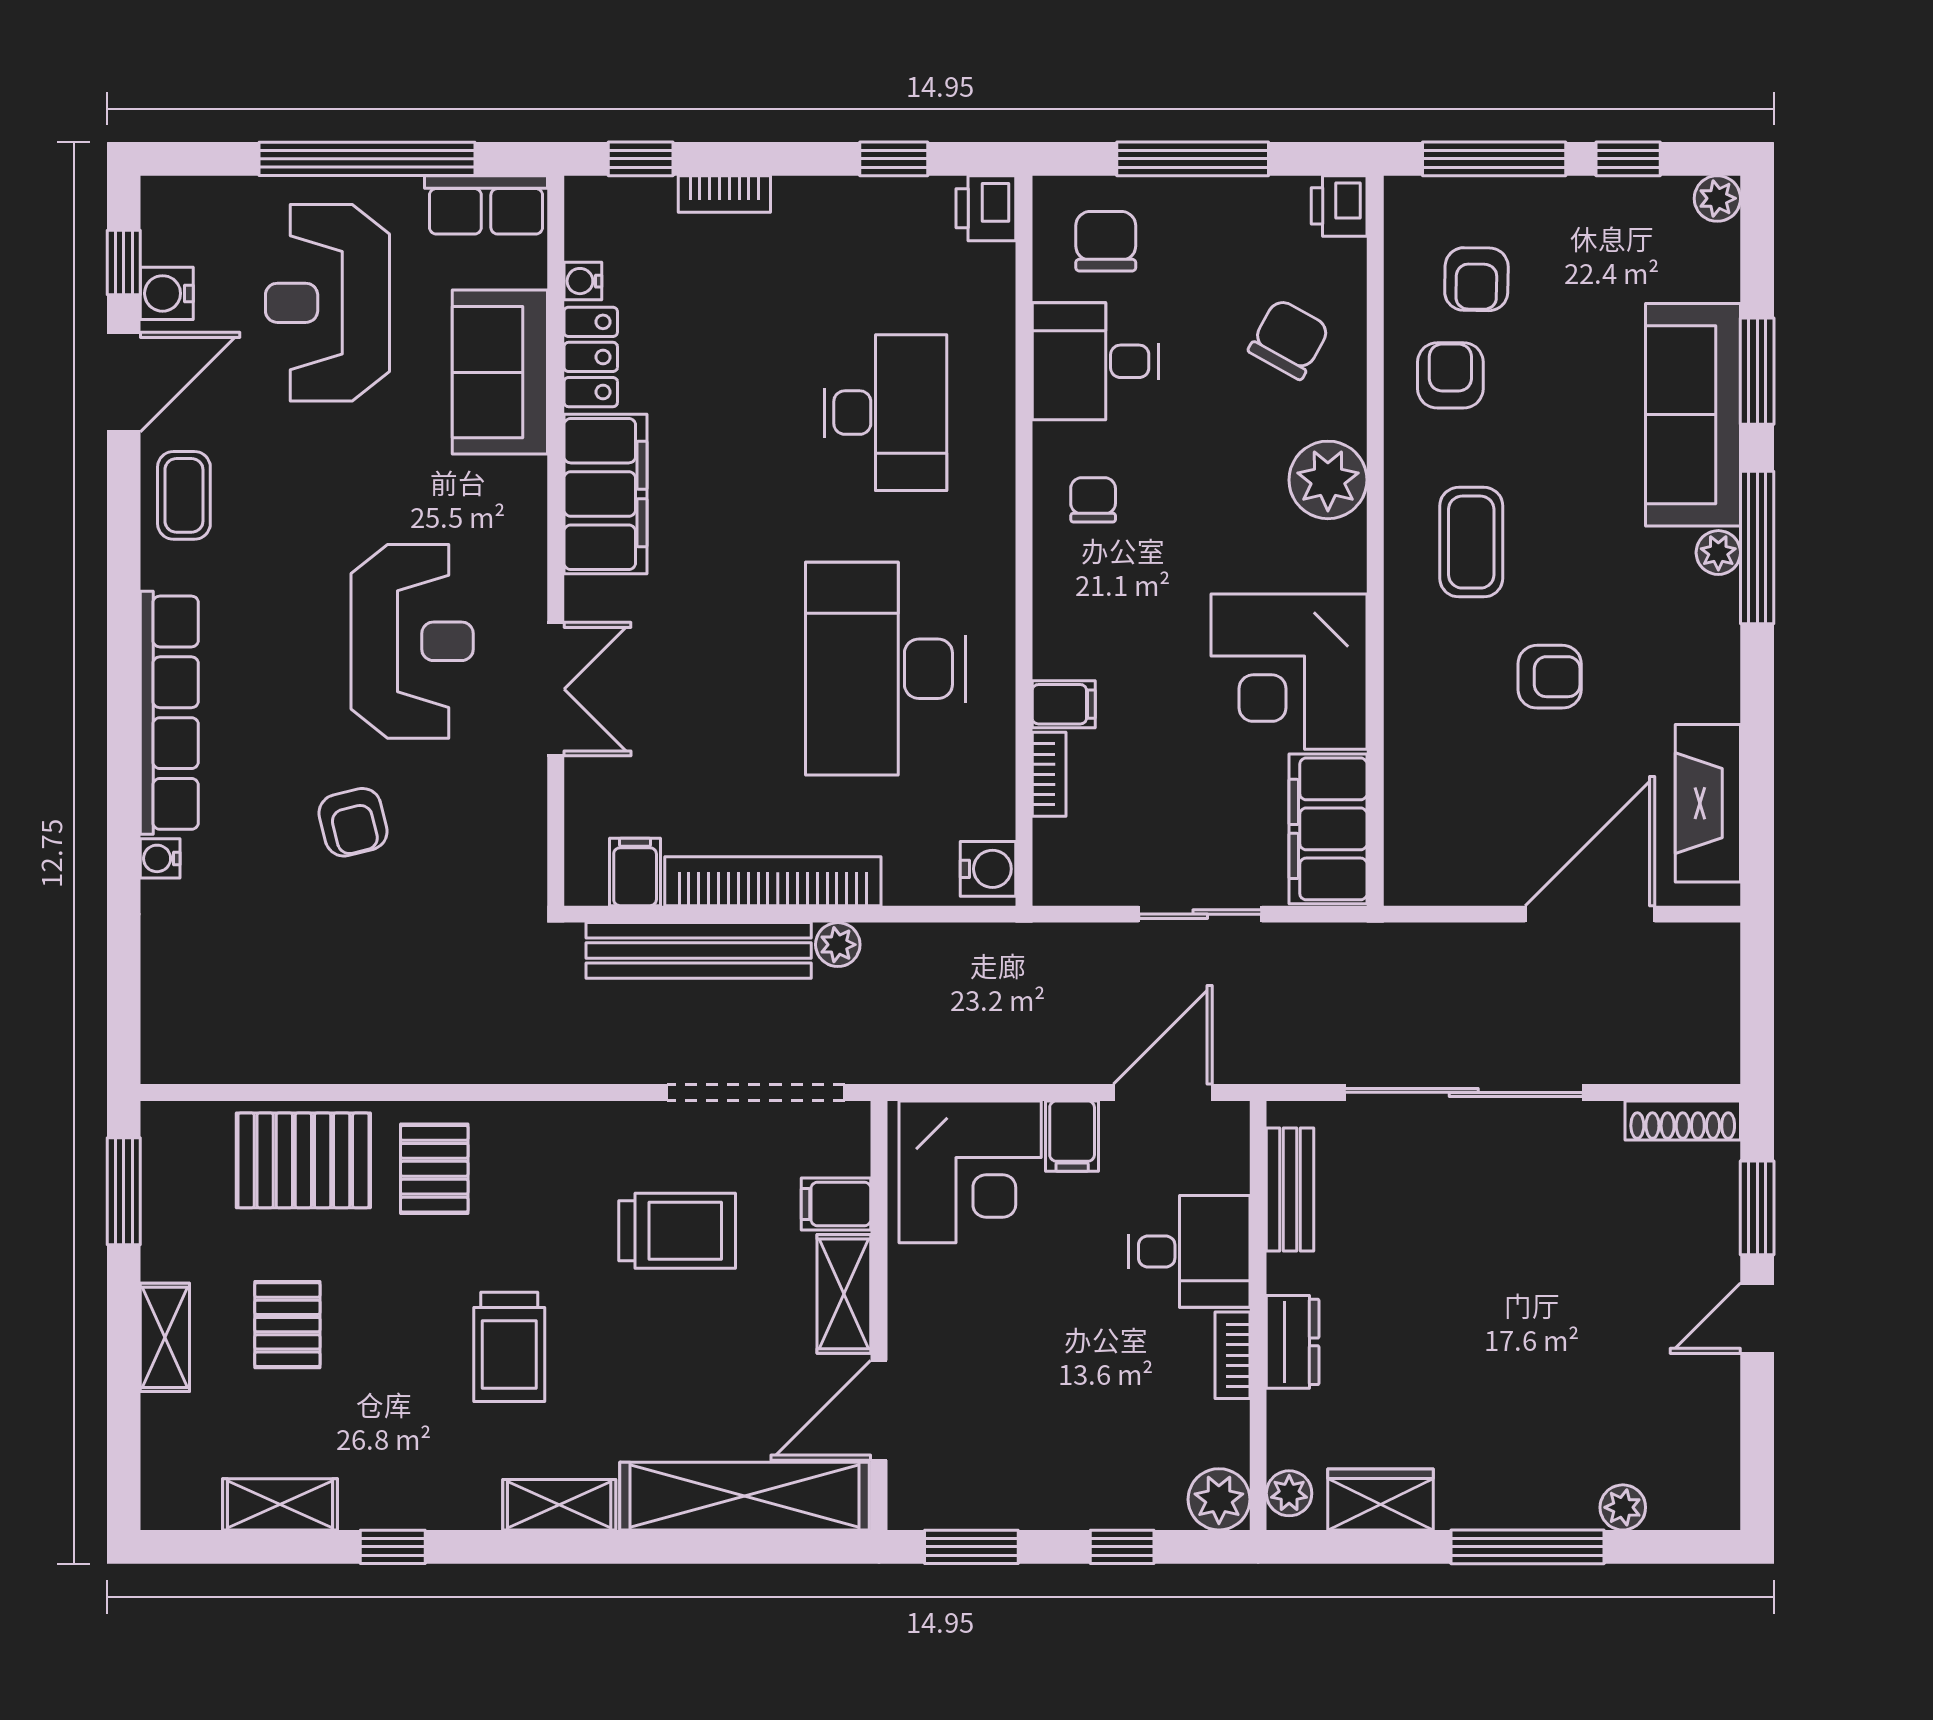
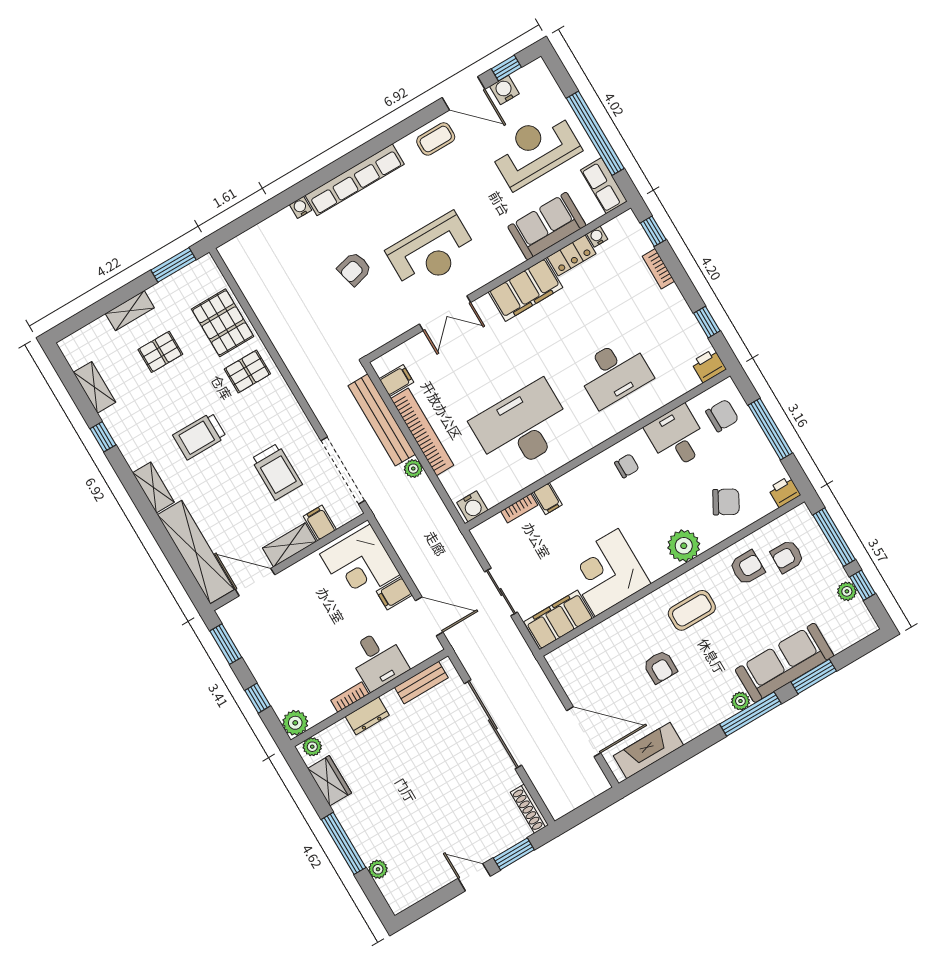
plant: (1717, 198) -> (847, 591), moved

